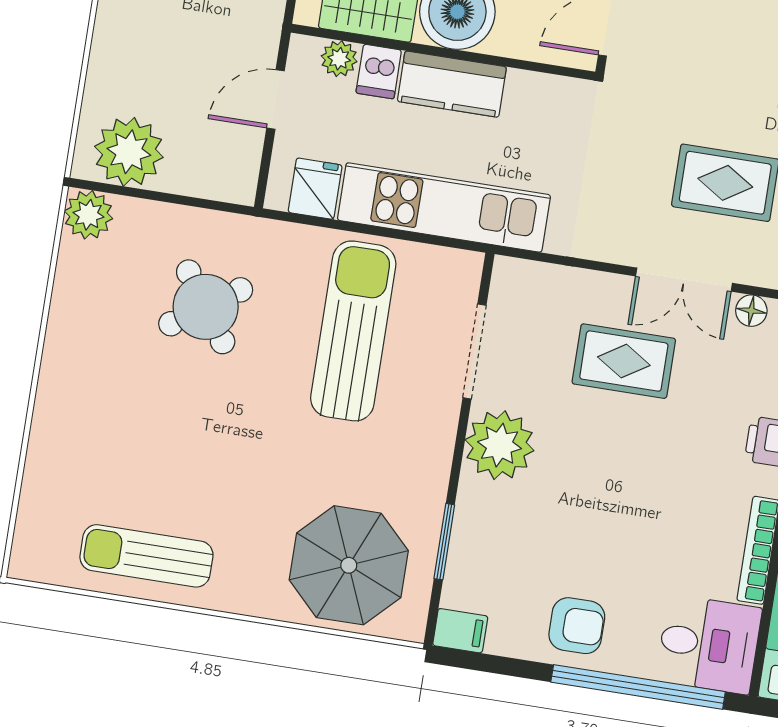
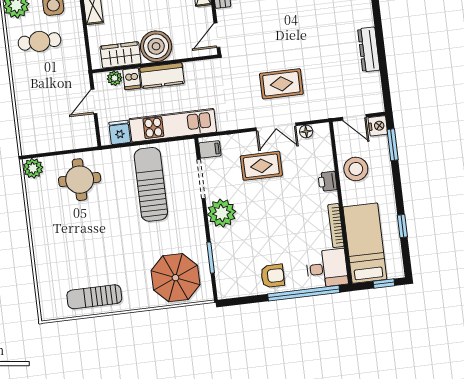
plant: (129, 152) -> (42, 139), removed
round table: (206, 307) -> (80, 180), moved, turned 35
filing cabinet: (460, 631) -> (210, 149), moved

